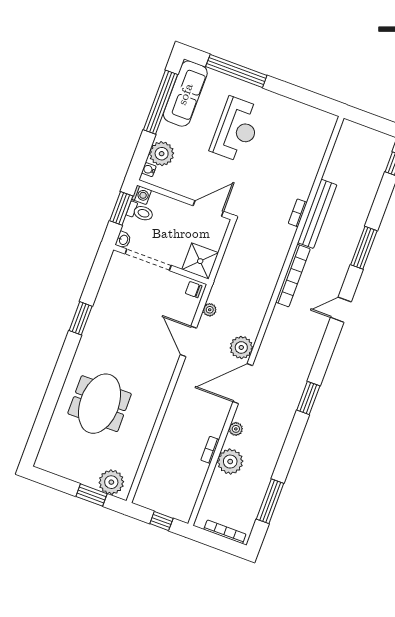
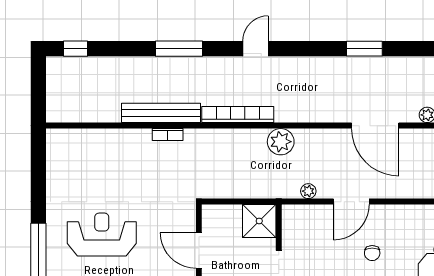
door: (208, 208) -> (199, 251), moved
chair: (194, 290) -> (372, 253), moved
door: (341, 310) -> (256, 49), swing flipped
plant: (241, 347) -> (281, 142), moved

